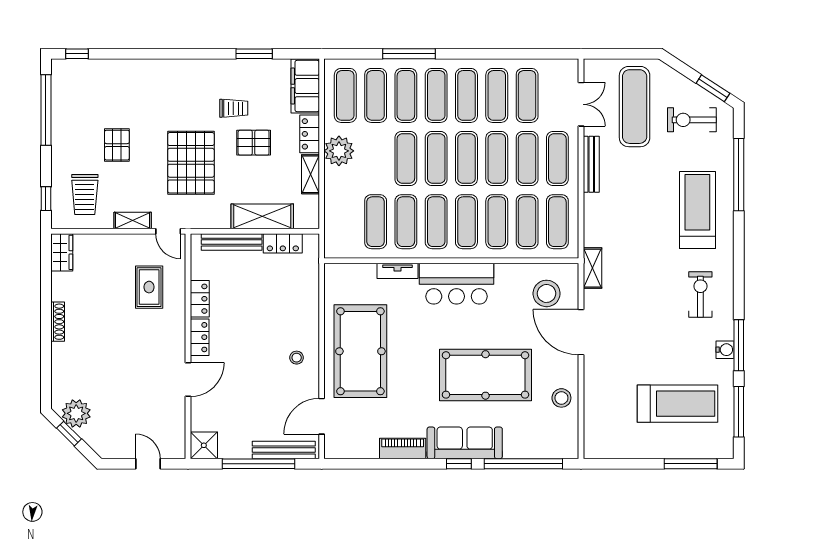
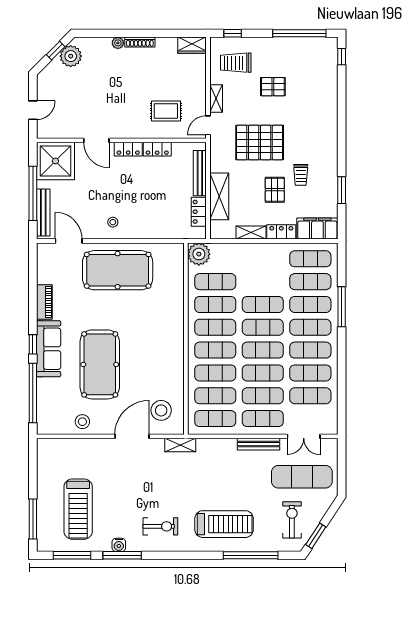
plant: (339, 151) -> (199, 254), moved
tv unit: (397, 271) -> (178, 298), removed
bar counter: (457, 284) -> (169, 343), removed
plant: (59, 351) -> (118, 43), added
shower: (204, 445) -> (55, 161), width x1.86, depth x1.86

